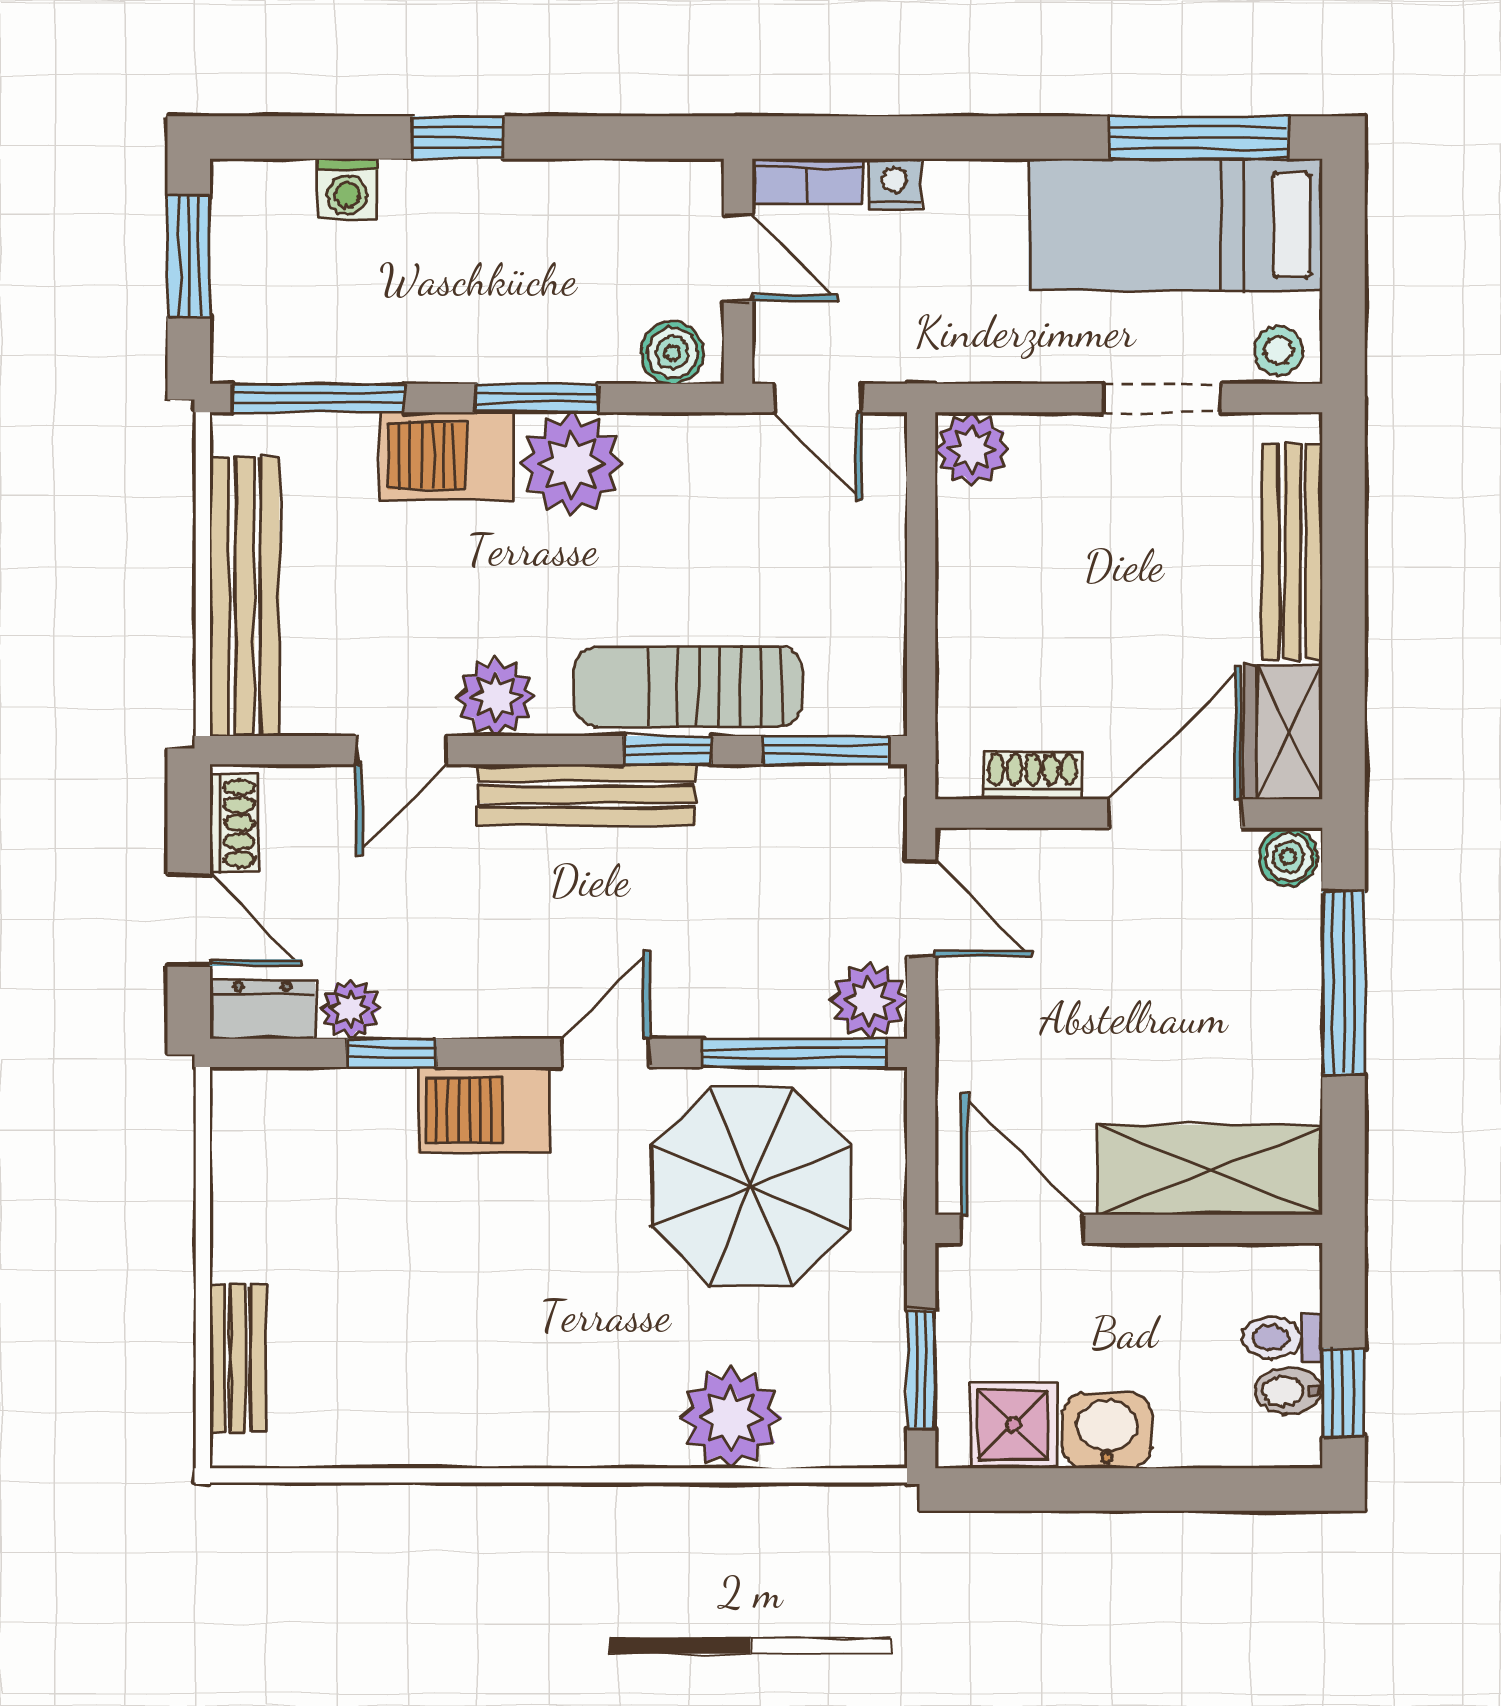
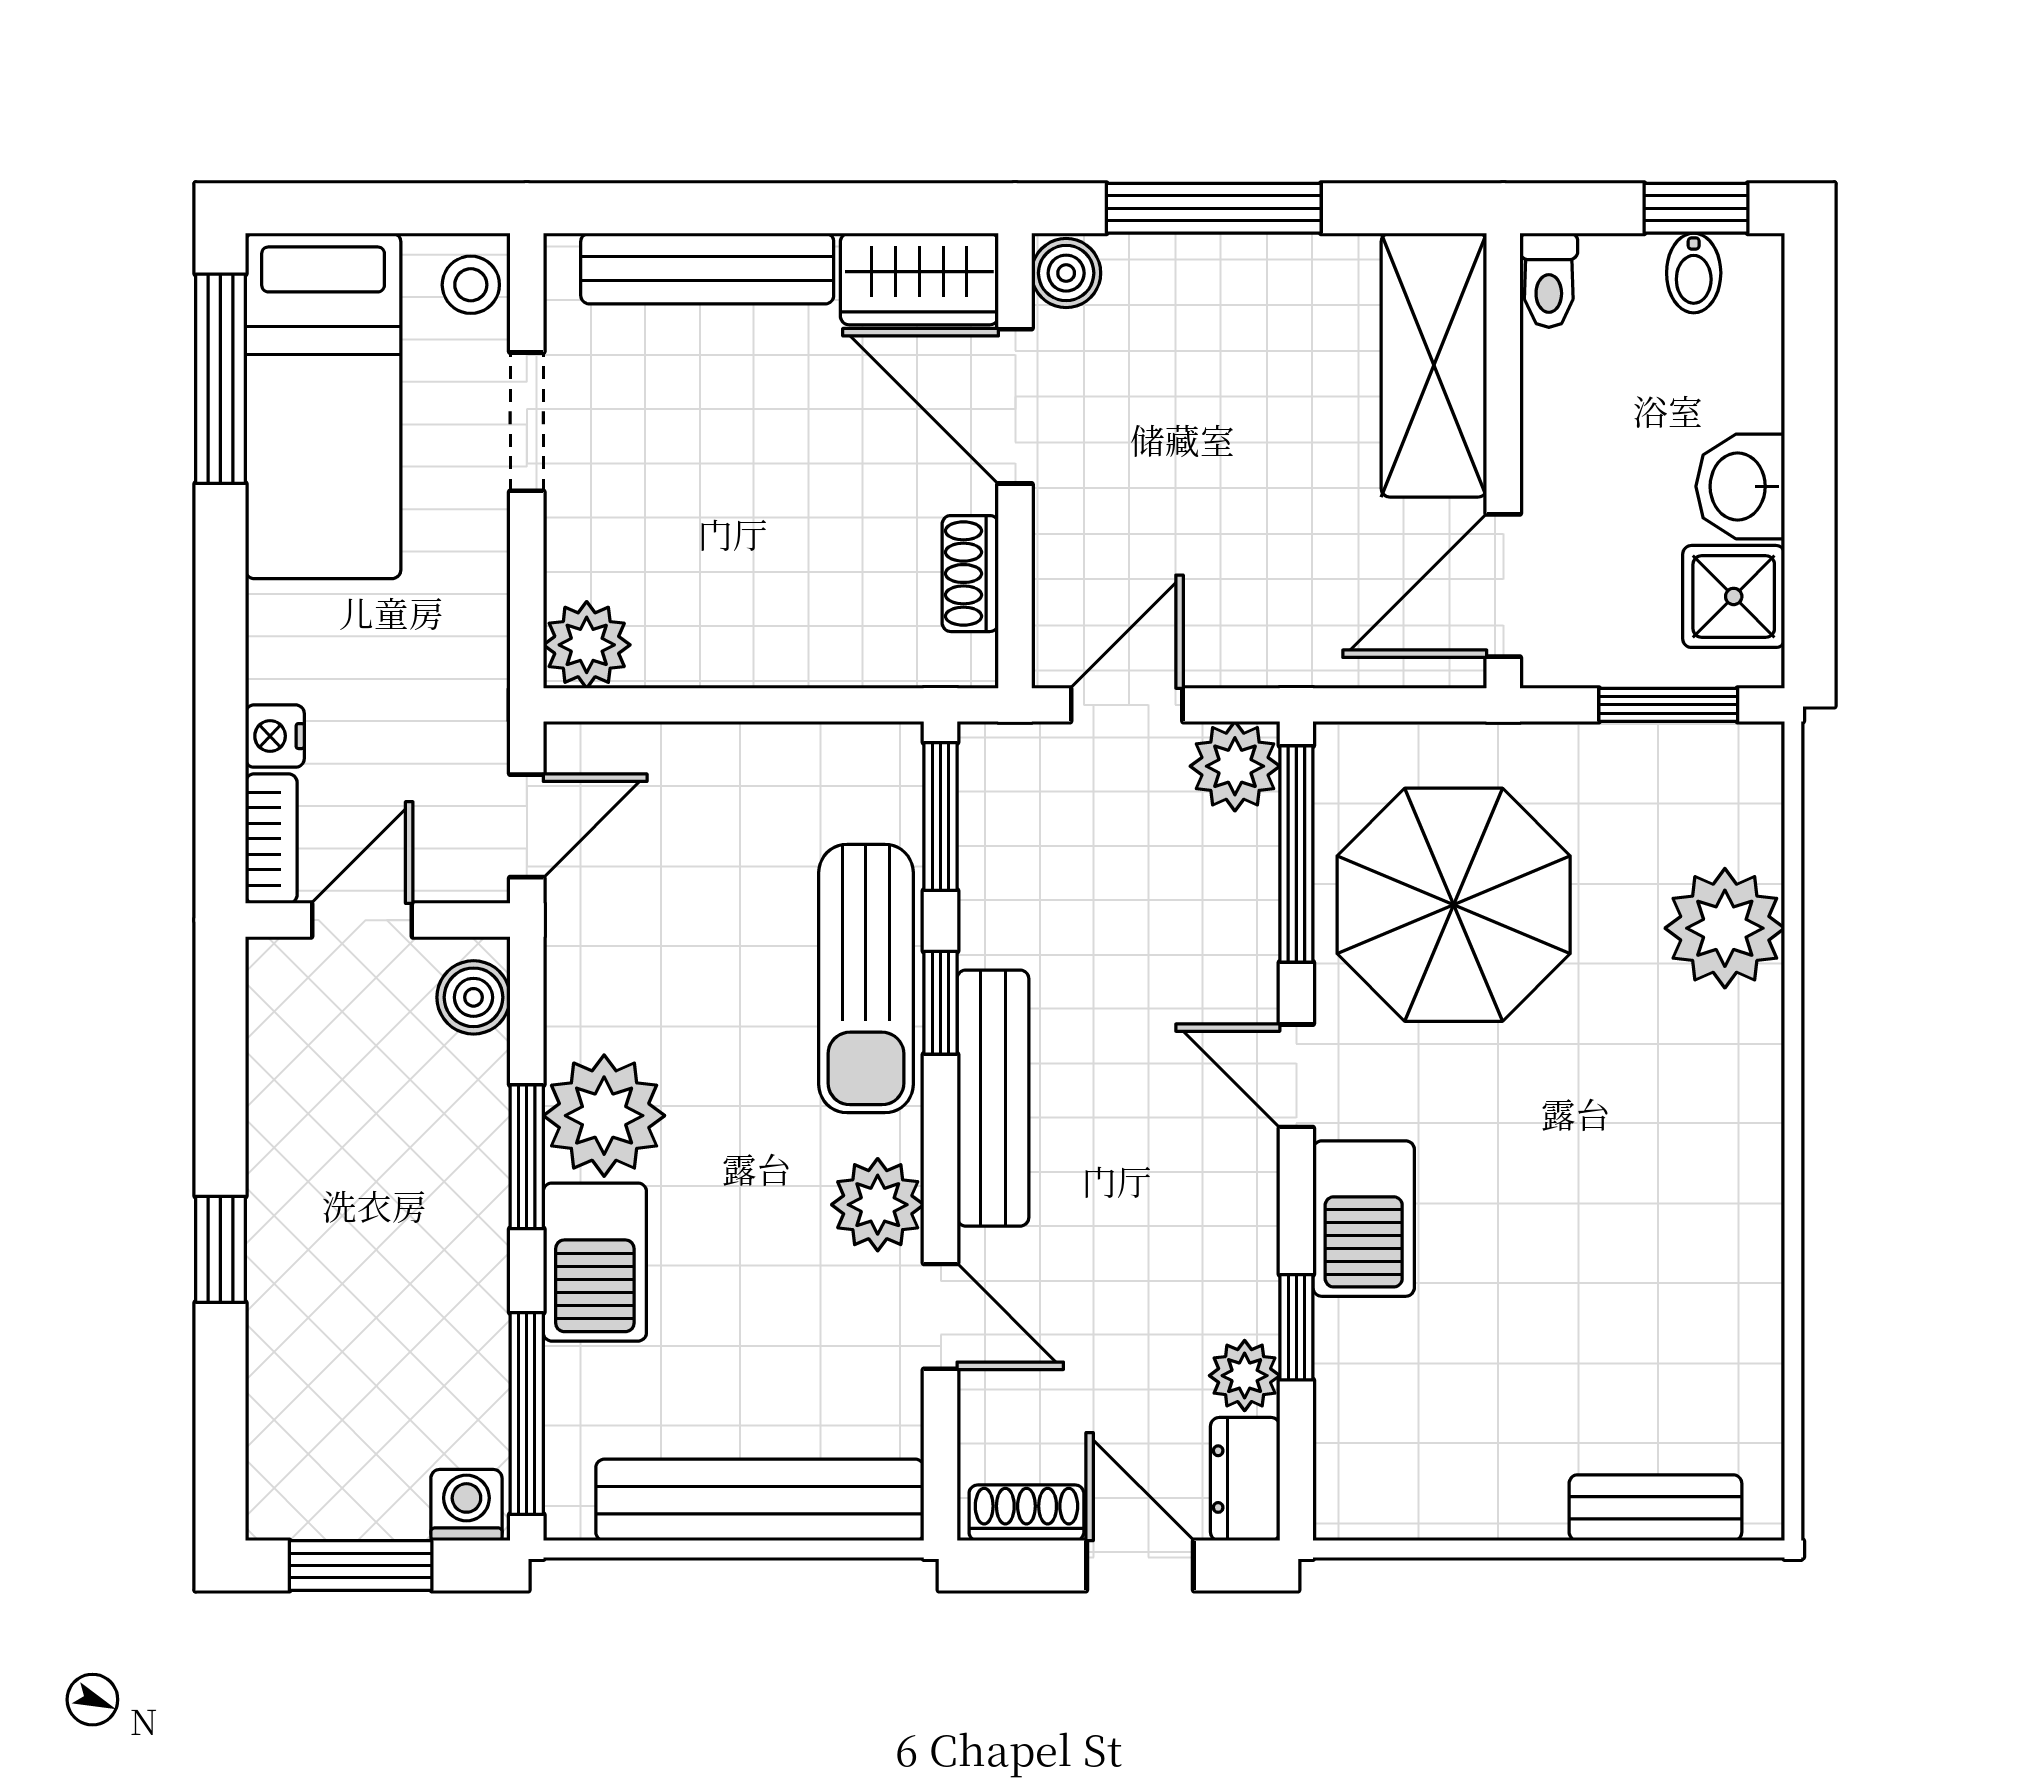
washing machine: (347, 189) -> (466, 1505), moved, turned -90
door: (189, 920) -> (1140, 1566), hinge flipped
toilet: (1282, 1338) -> (1549, 280), moved

